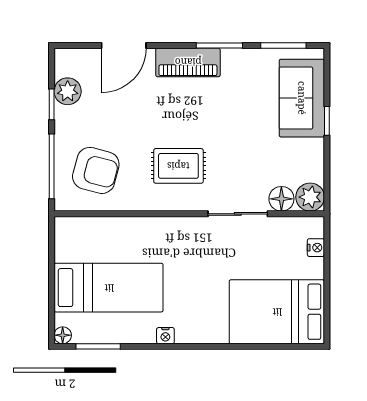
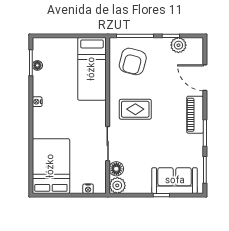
rug: (178, 166) -> (135, 109), turned 90
bed: (109, 288) -> (92, 69), moved
floor lamp: (63, 335) -> (37, 65), moved

